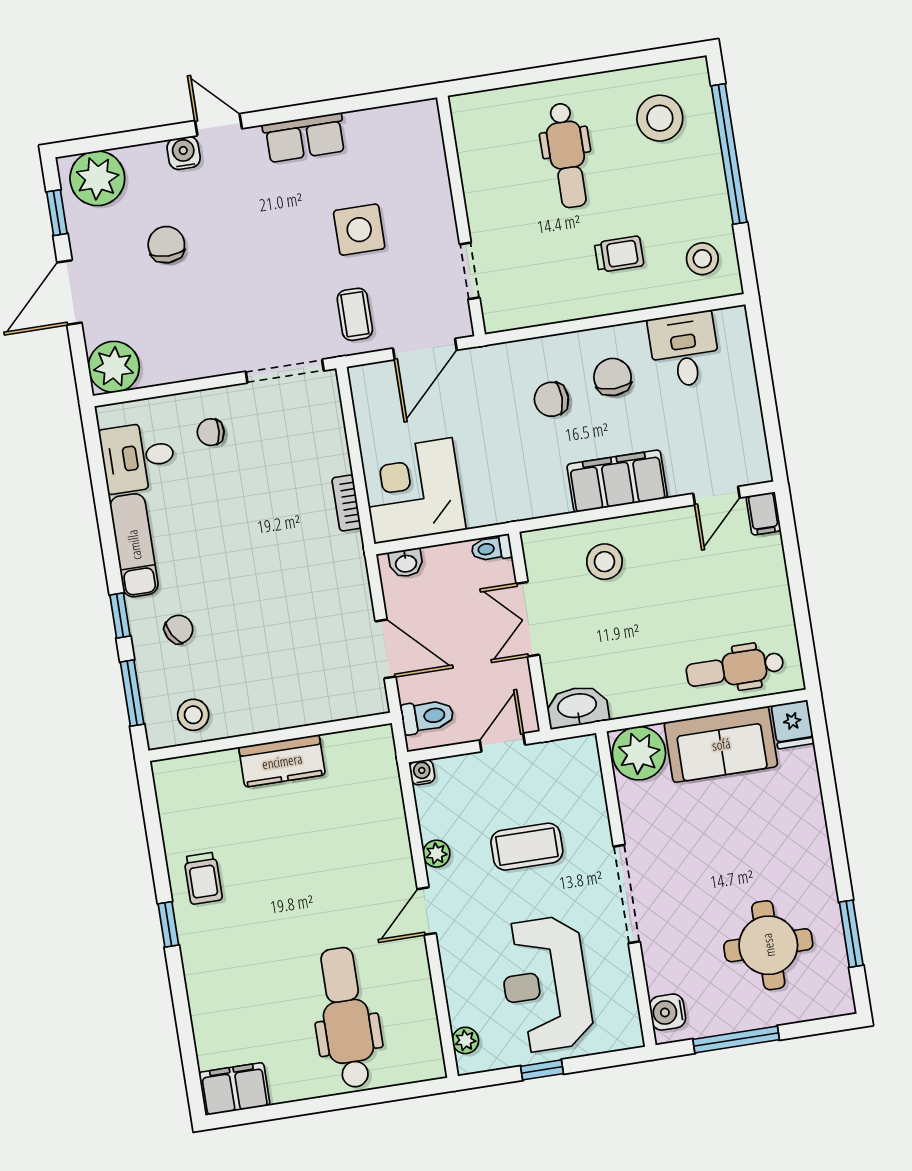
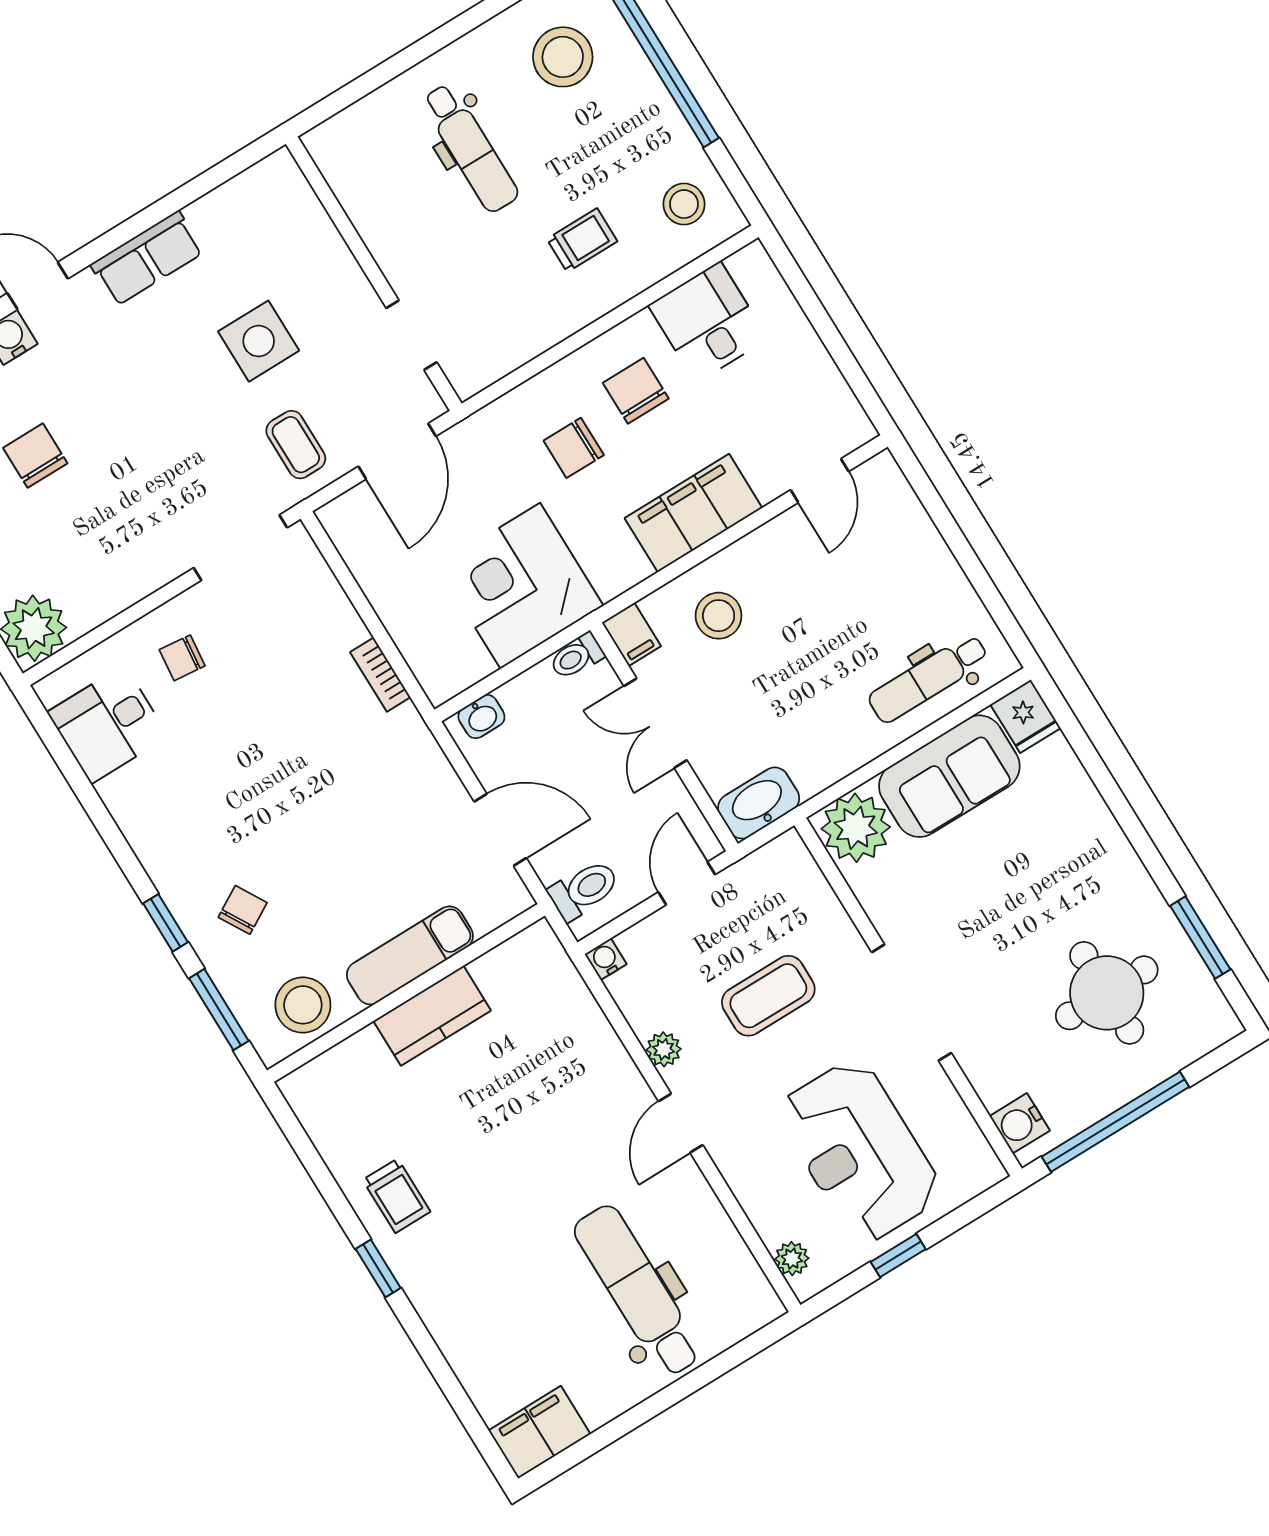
corner desk: (413, 491) -> (520, 586), moved
filing cabinet: (763, 514) -> (631, 634), moved
exam couch: (134, 545) -> (410, 955), moved, turned -90
stool: (193, 715) -> (303, 1005), width x1.38, depth x1.38
window: (736, 1040) -> (1115, 1122), width x1.46

